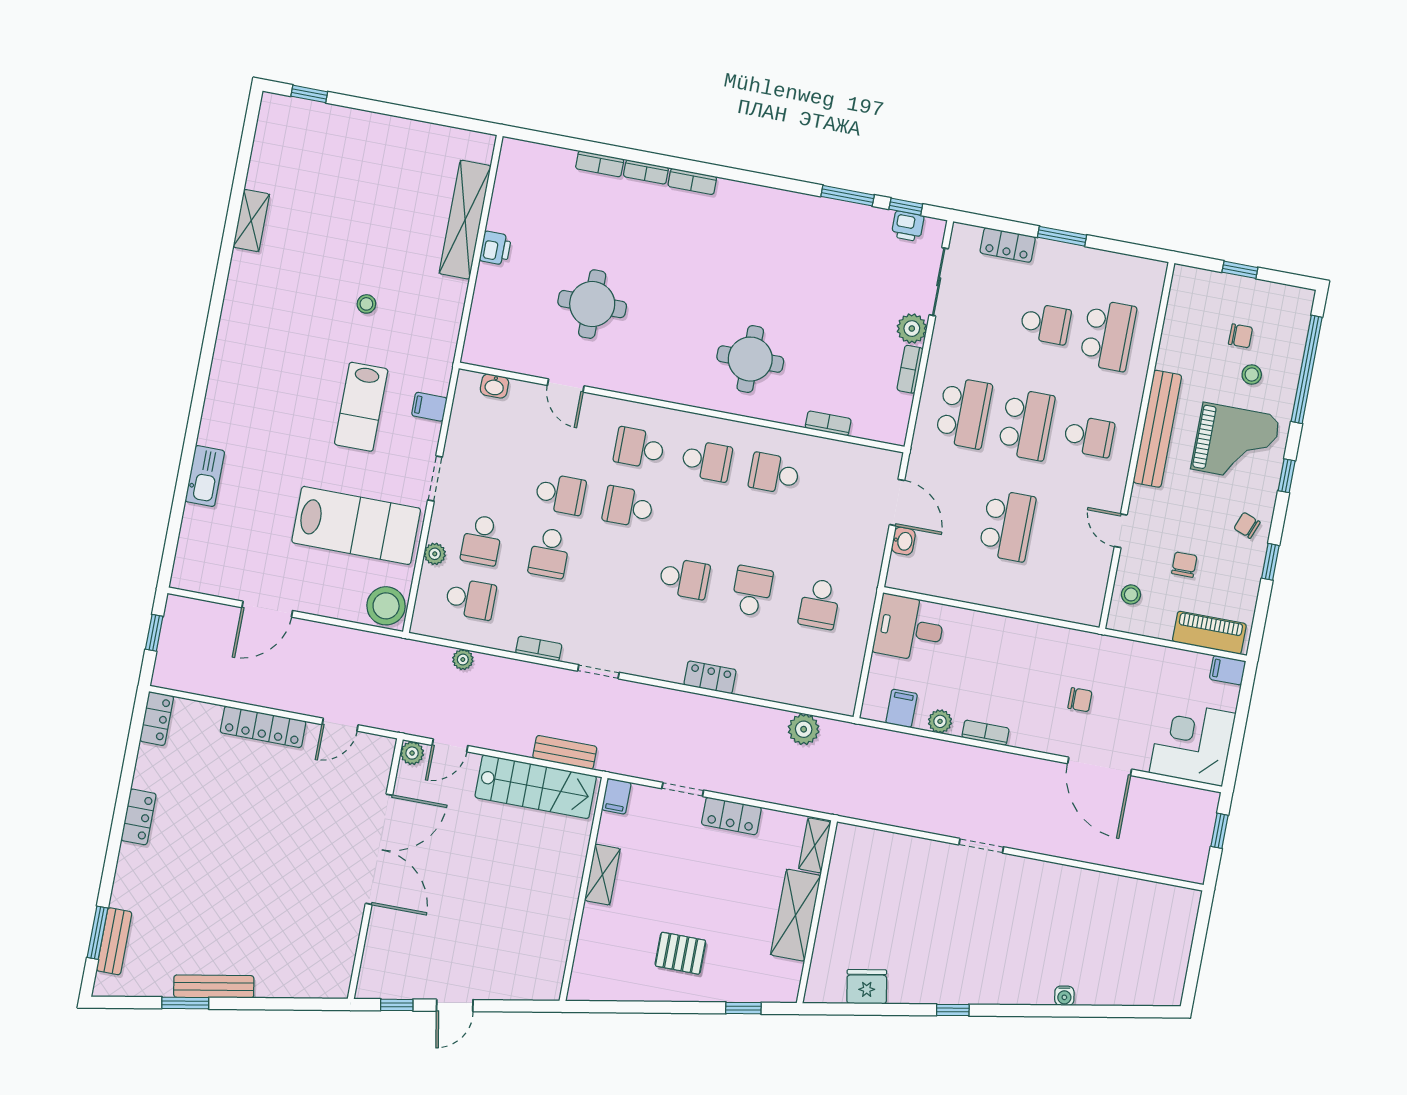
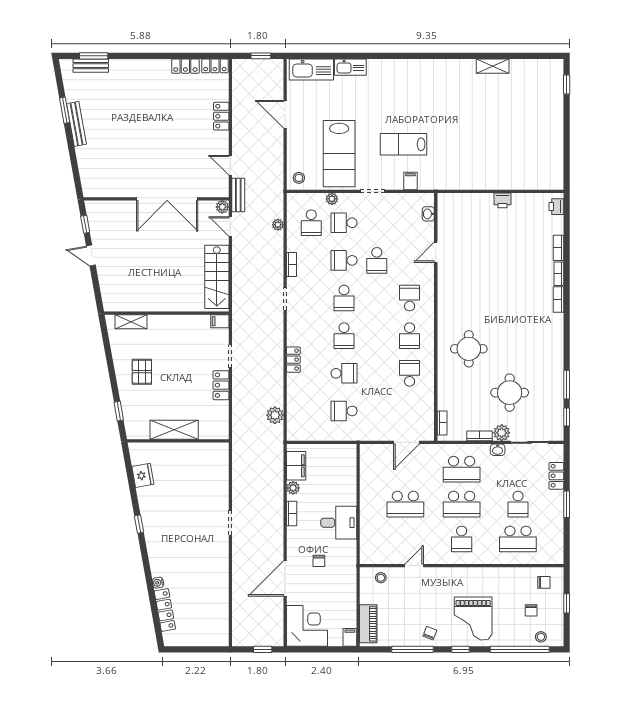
shelving: (465, 220) -> (515, 181), removed
printer: (908, 226) -> (556, 207), moved
stool: (366, 304) -> (459, 137), removed
round table: (592, 304) -> (510, 393), moved
stool: (1252, 375) -> (541, 637), moved
bookcase: (828, 423) -> (442, 423), moved
bench: (1157, 429) -> (473, 575), removed
school desk: (628, 507) -> (344, 298), moved, turned 180
washbasin: (903, 541) -> (498, 450), moved
kitchen sink: (196, 547) -> (311, 69), added
window: (1270, 562) -> (413, 649), width x2.17
chair: (1184, 565) -> (544, 582), moved
stool: (386, 606) -> (299, 178), width x0.53, depth x0.53
desk: (909, 628) -> (339, 523), moved, turned 90
filing cabinet: (902, 708) -> (296, 466), width x2.00
locker: (263, 727) -> (221, 116), width x0.66
bench: (565, 752) -> (238, 195), moved
locker: (139, 817) -> (185, 66), moved
shelving: (815, 845) -> (214, 433), removed
shelving: (602, 875) -> (131, 322), moved
locker: (1116, 993) -> (165, 610), added

